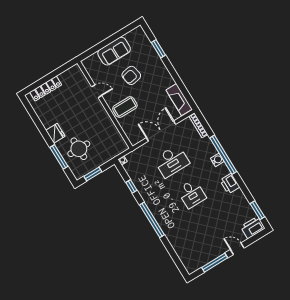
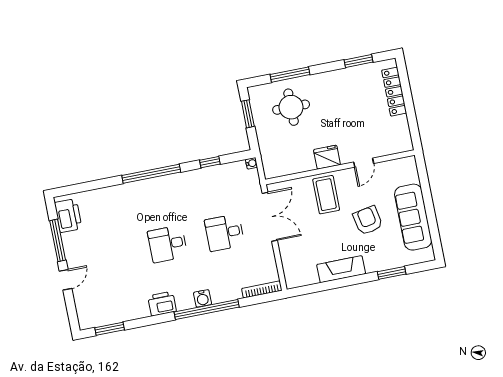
sofa: (114, 51) -> (413, 217), width x1.36
fireplace: (179, 100) -> (341, 269), moved
window: (35, 118) -> (359, 61), added
double door: (161, 131) -> (270, 217), moved
fridge: (55, 133) -> (327, 157), moved, turned 180
desk: (172, 161) -> (225, 233), width x0.73
printer: (253, 227) -> (68, 216), moved

